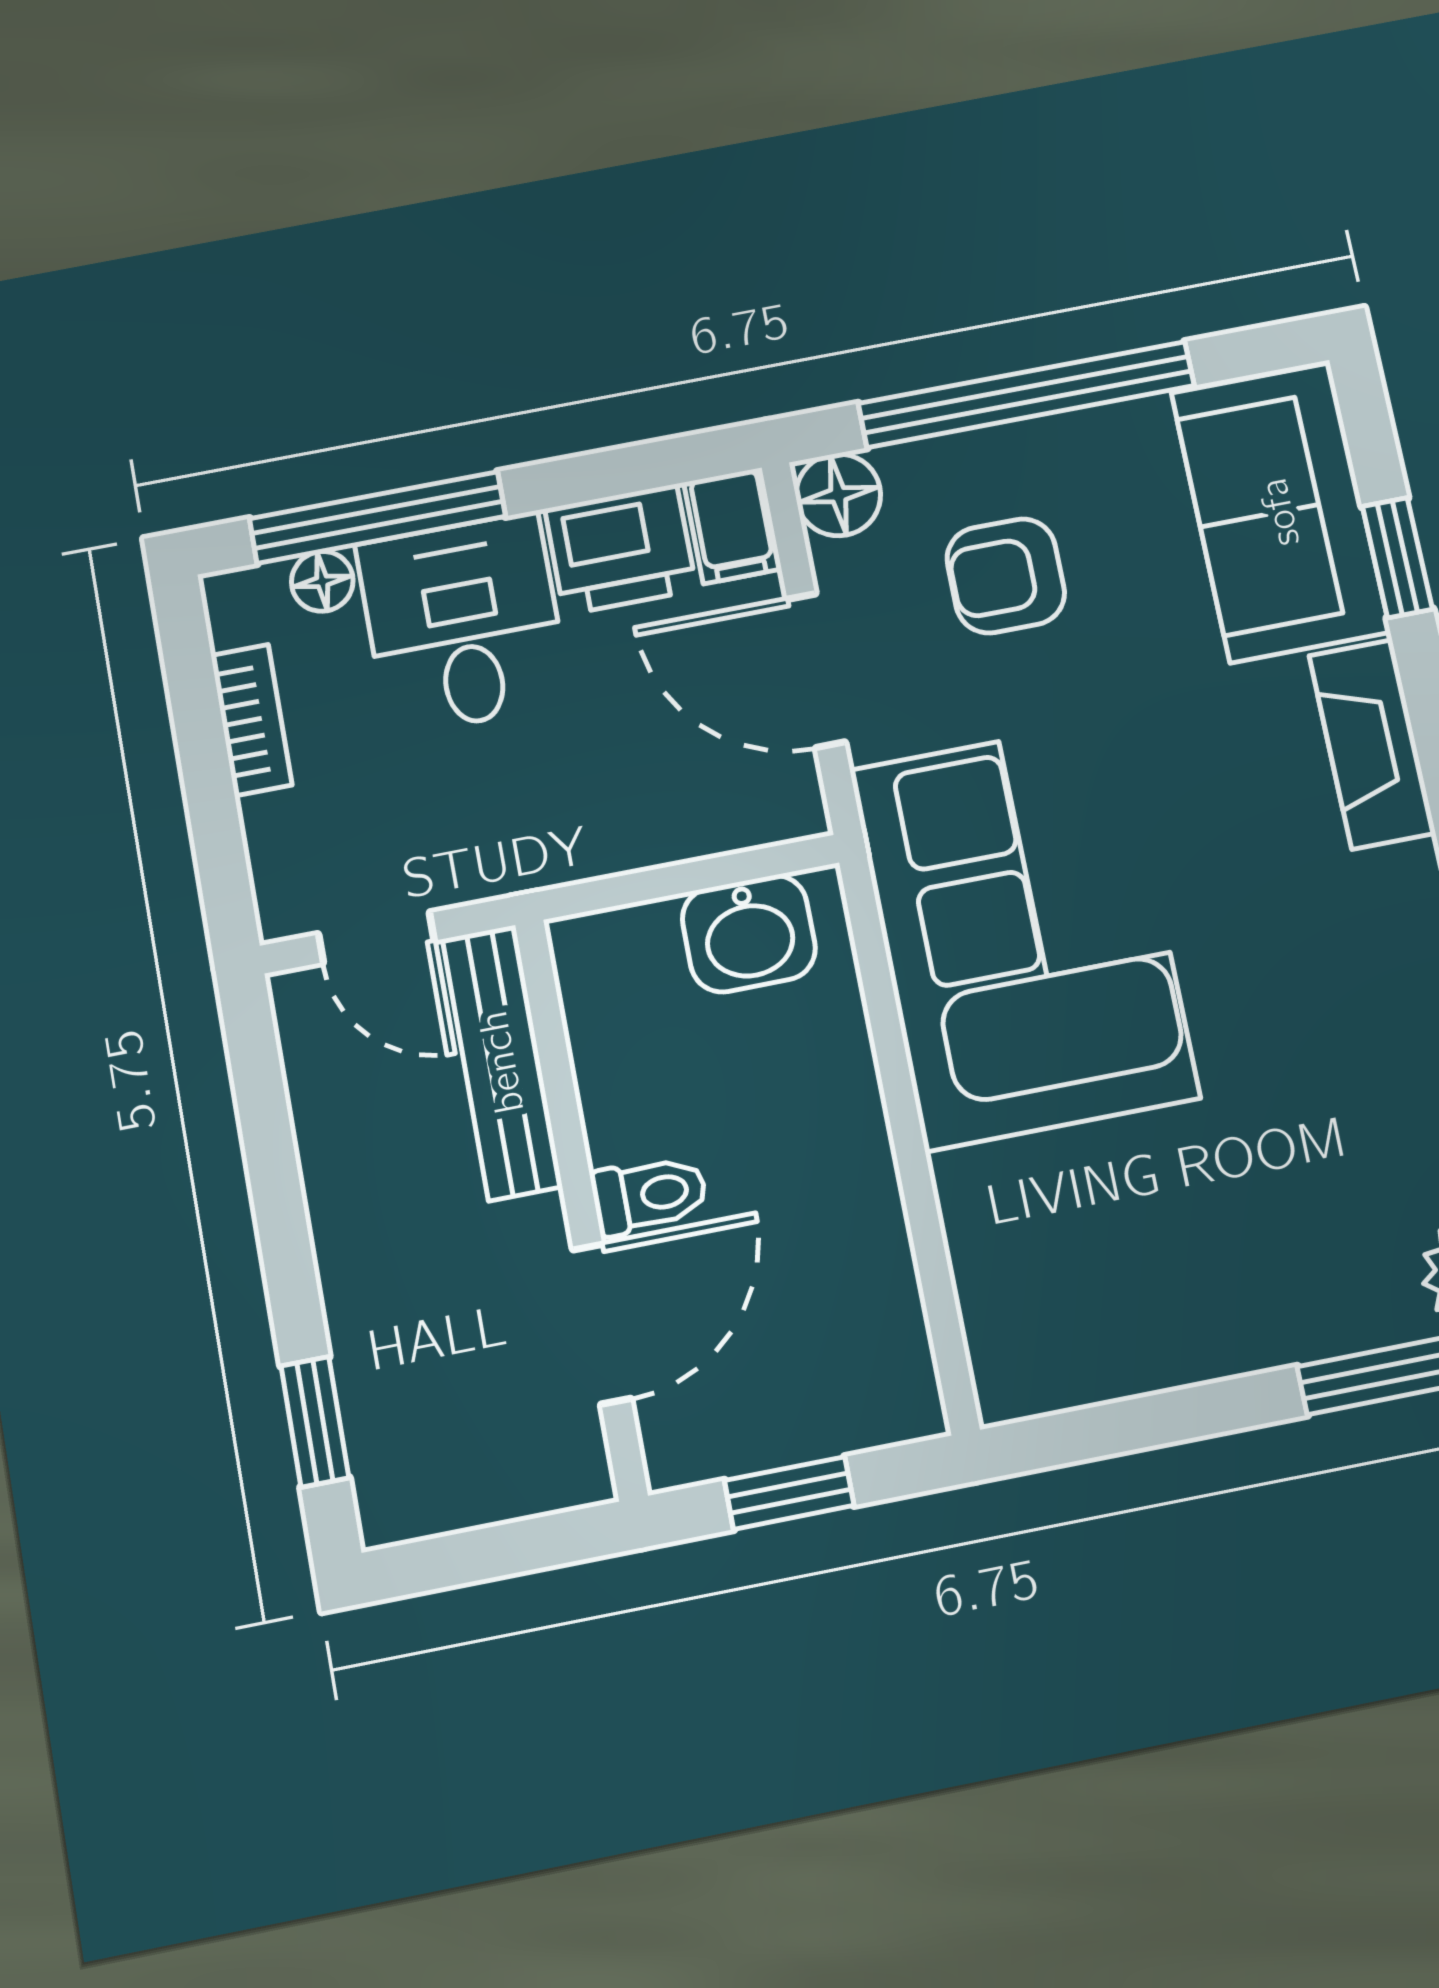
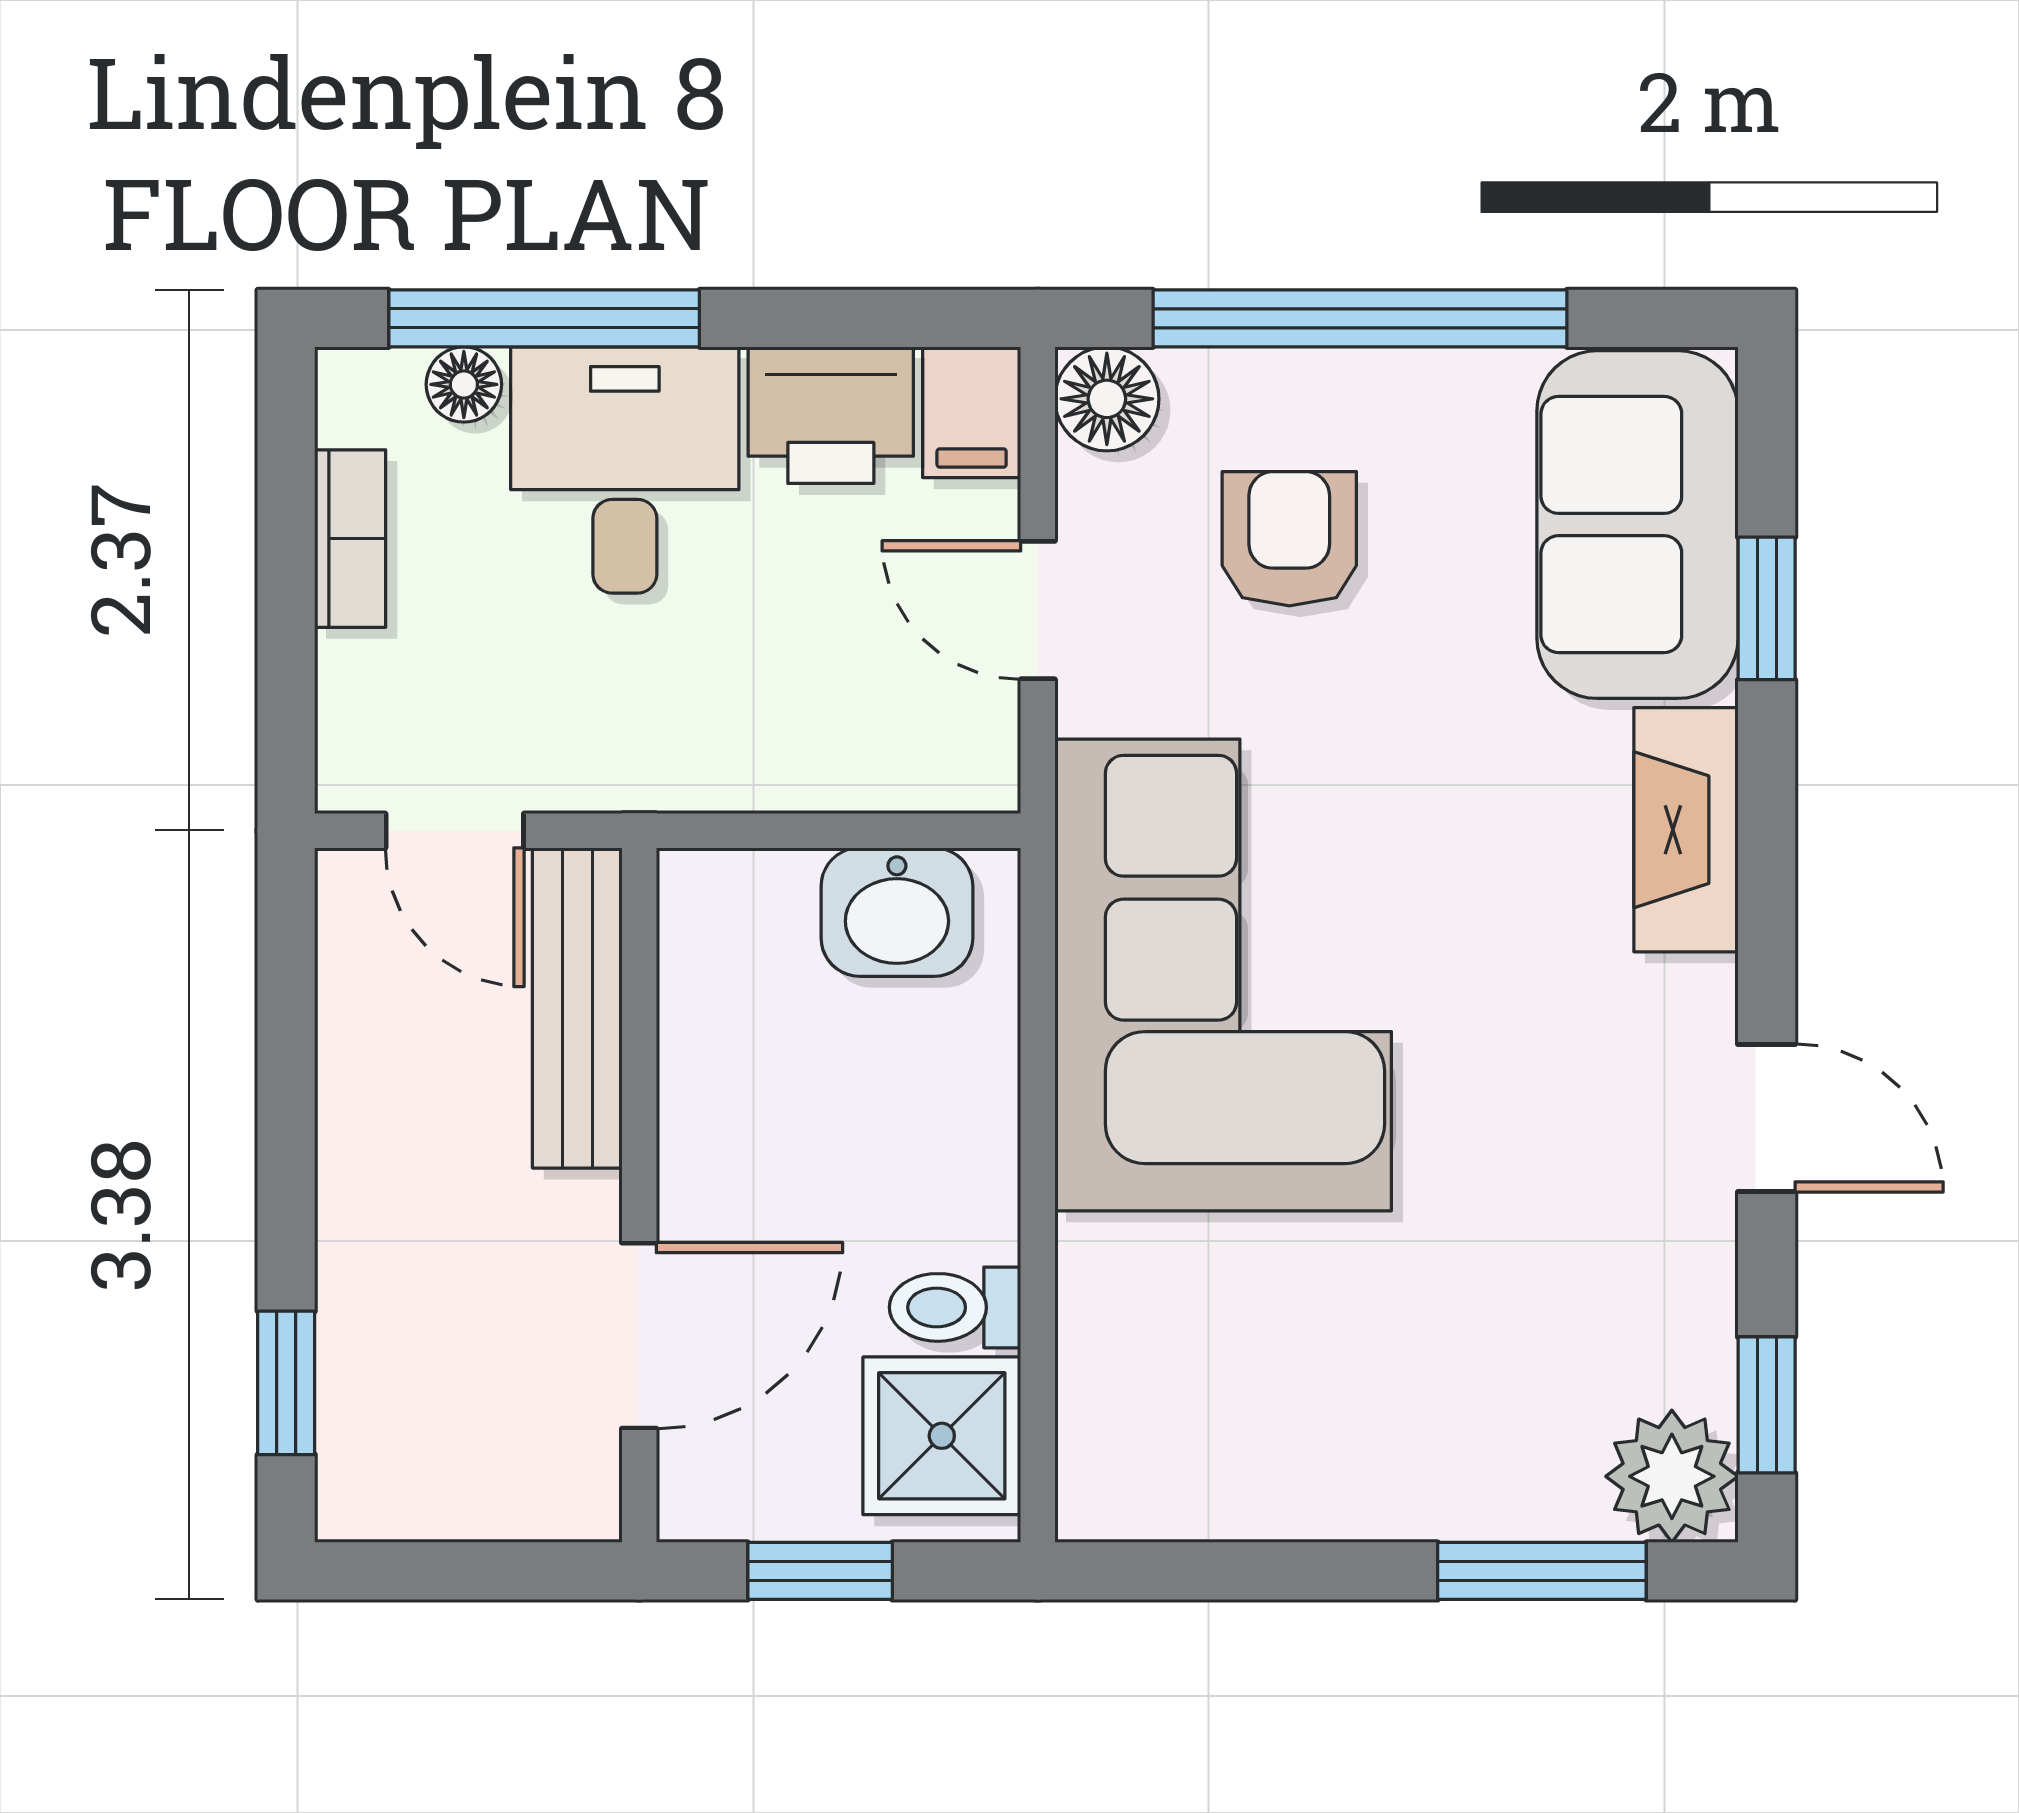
armchair: (1006, 576) -> (1289, 539), turned 90
door: (816, 670) -> (1038, 610), width x0.73
toilet: (649, 1195) -> (955, 1307), moved, turned 180
shower: (869, 1358) -> (942, 1436), added

